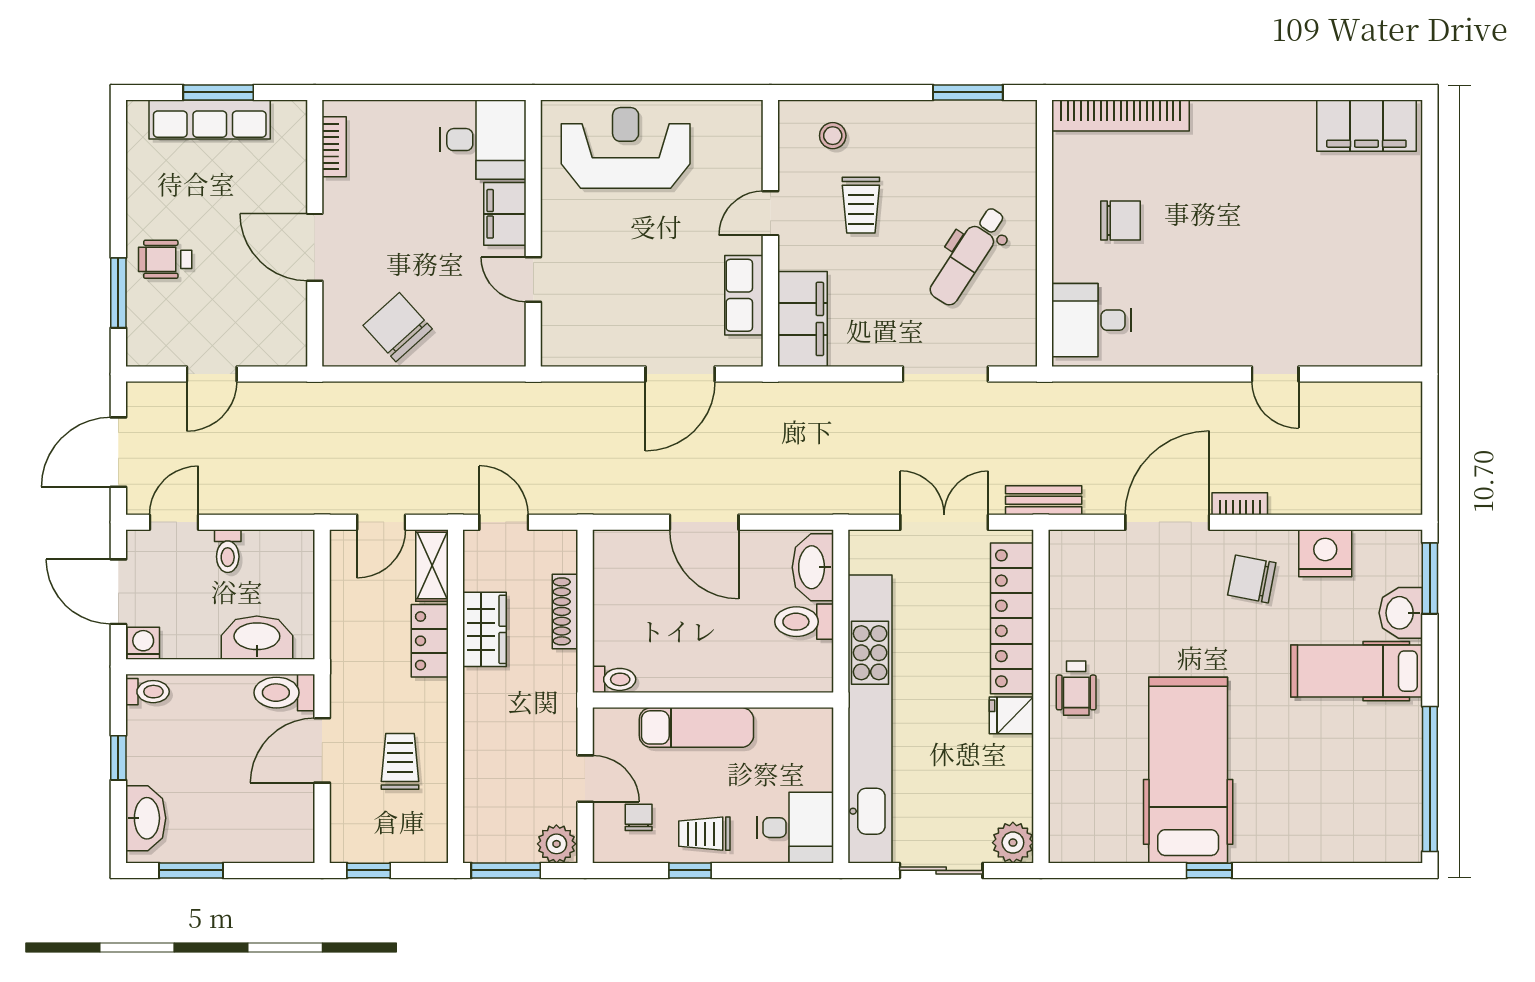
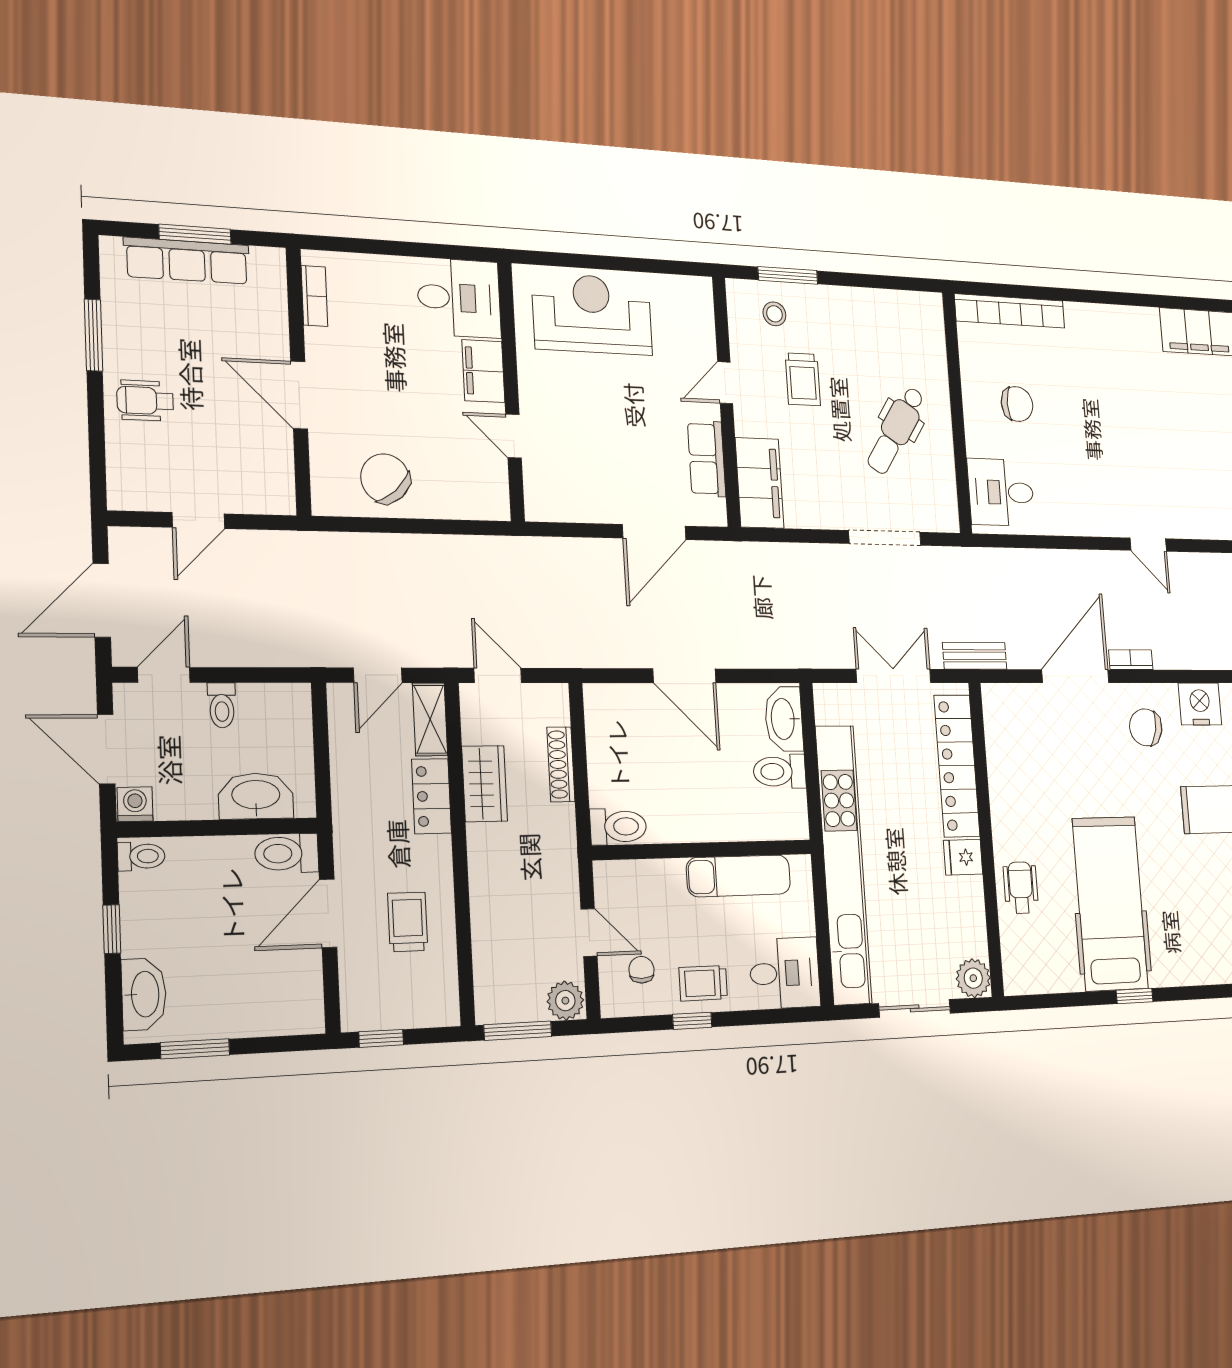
window: (968, 92) -> (788, 275), moved
window: (118, 293) -> (93, 335), moved
toilet: (614, 679) -> (618, 827), width x1.37, depth x1.39
wheelchair: (1076, 688) -> (1021, 888), moved, turned 180
exam couch: (696, 727) -> (739, 876), moved

